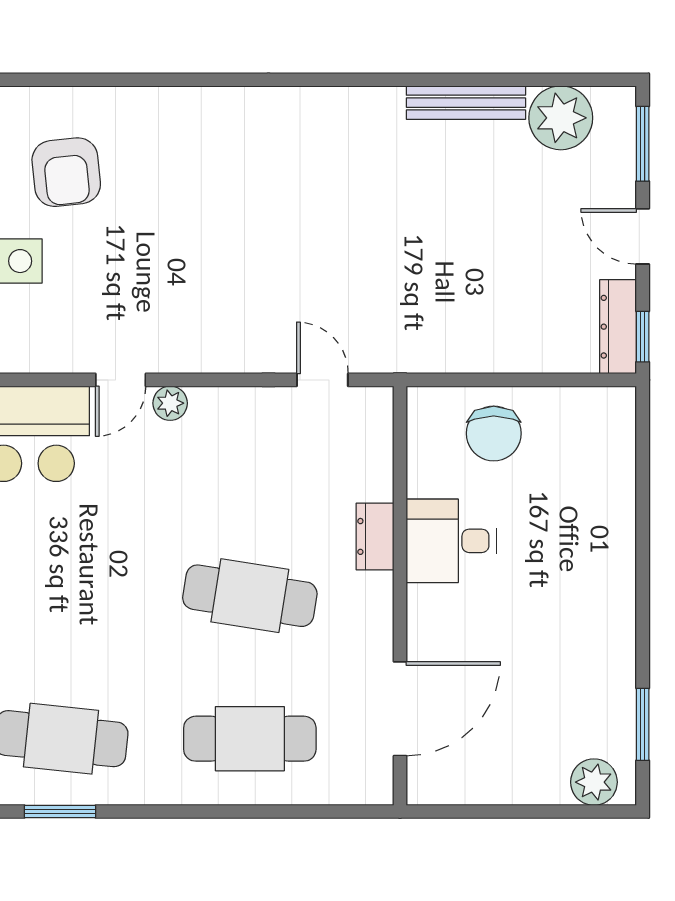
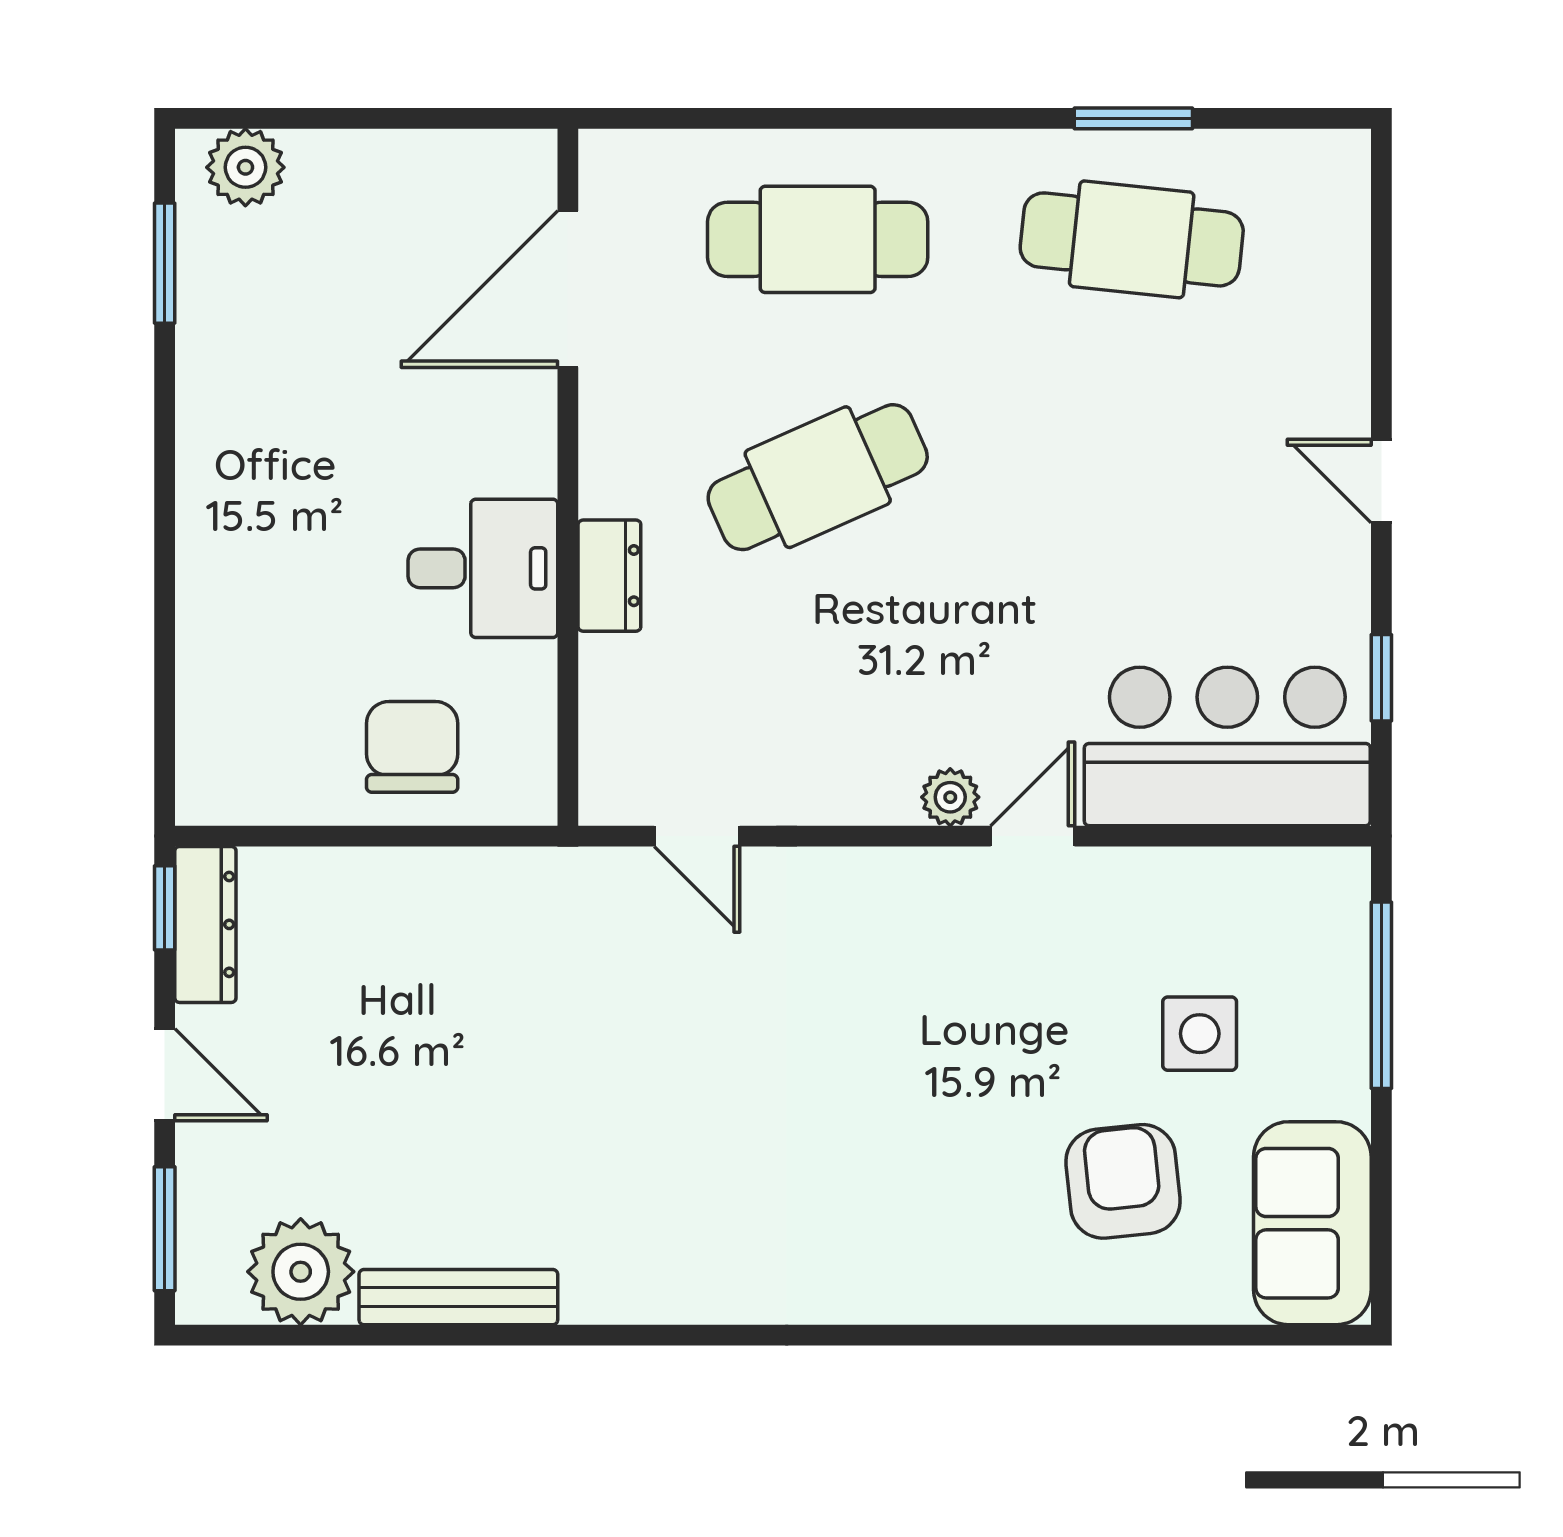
cafe table: (250, 596) -> (818, 477), turned -33

